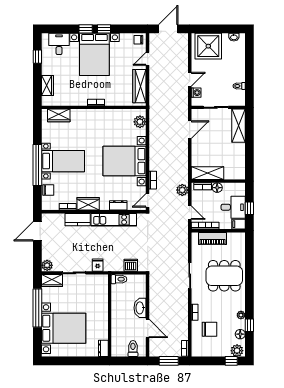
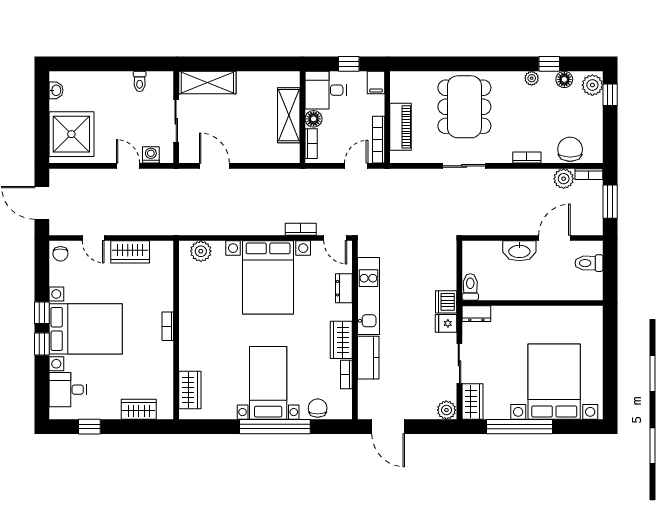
wardrobe: (139, 86) -> (130, 252), width x0.67
shelving: (207, 173) -> (289, 115), moved
plant: (182, 190) -> (564, 179), moved
desk: (233, 207) -> (326, 90), moved, turned -90
dishwasher: (131, 265) -> (446, 302), moved
chair: (209, 329) -> (570, 149), moved
dresser: (103, 348) -> (476, 314), moved

